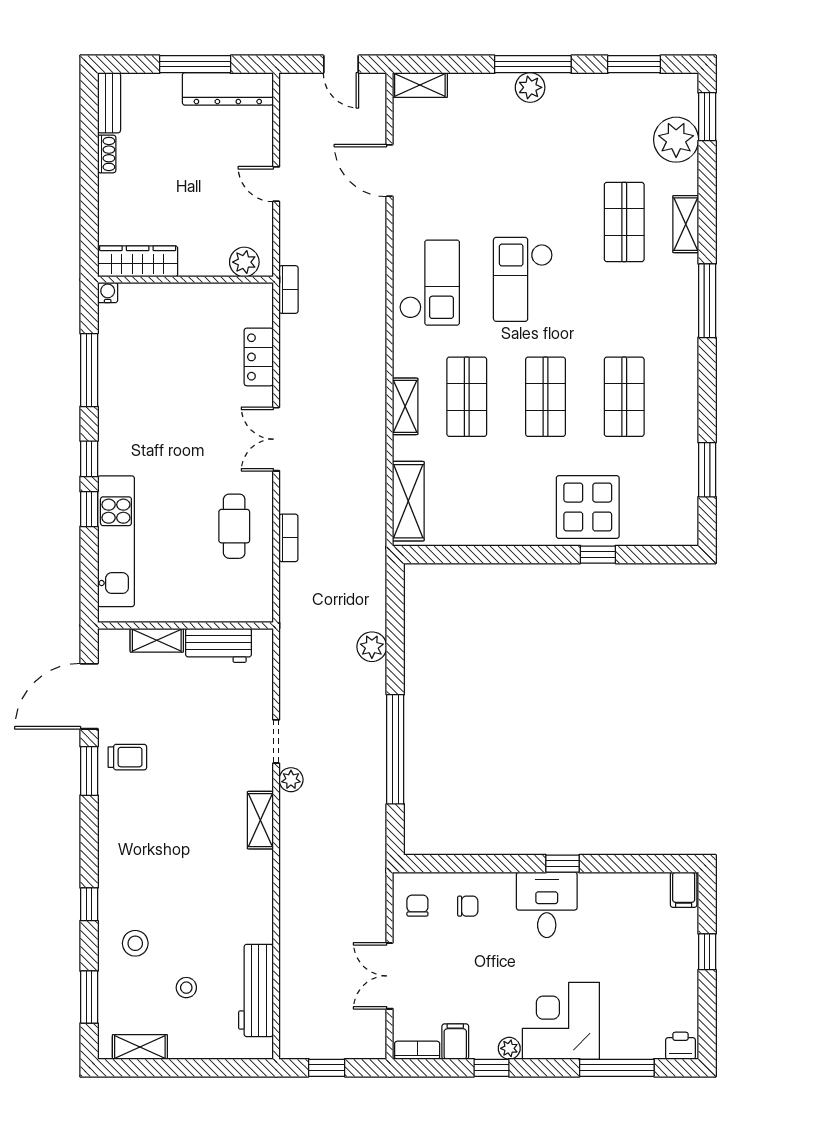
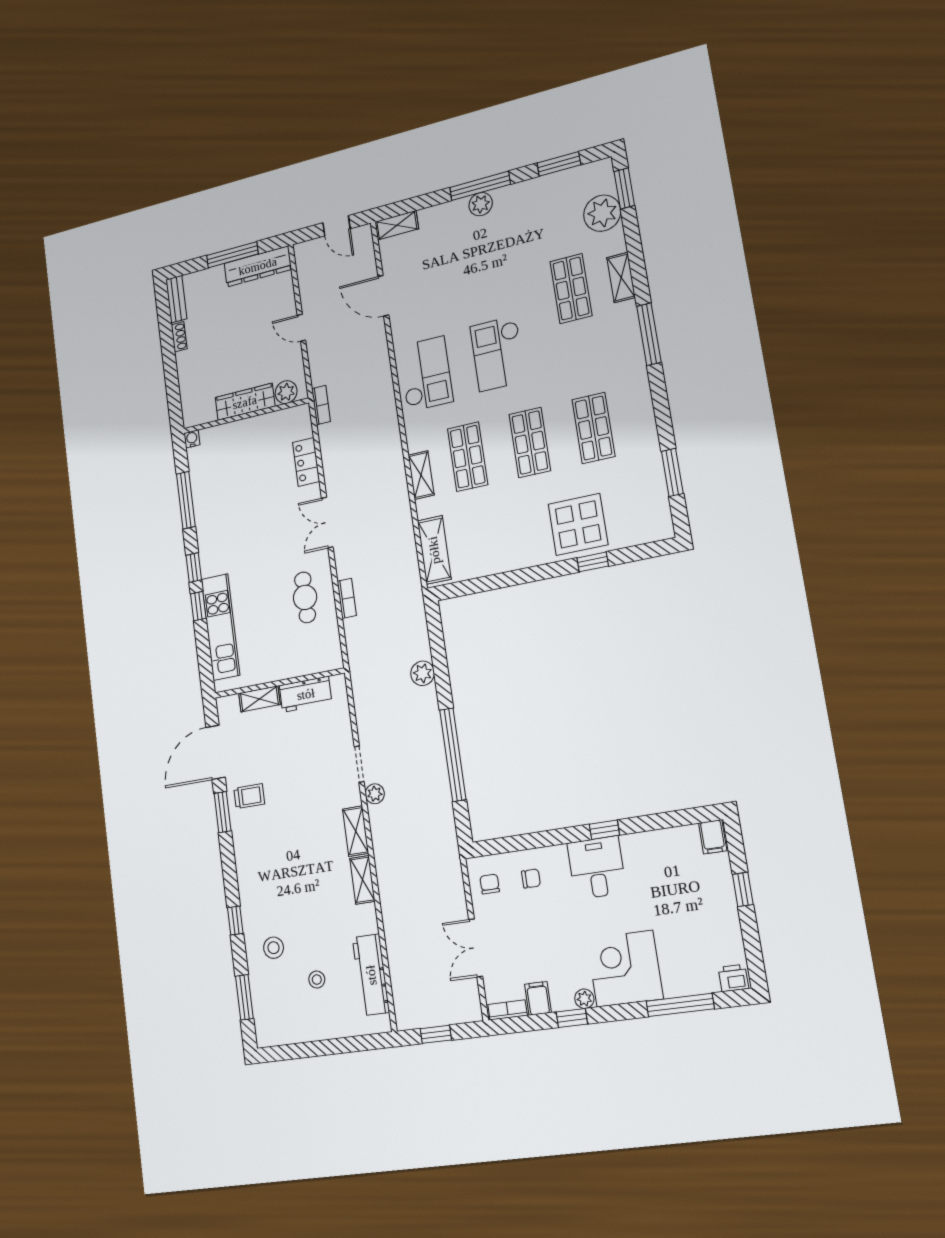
wardrobe: (138, 261) -> (245, 402), moved
shelving: (140, 1047) -> (362, 880), moved, turned 90

